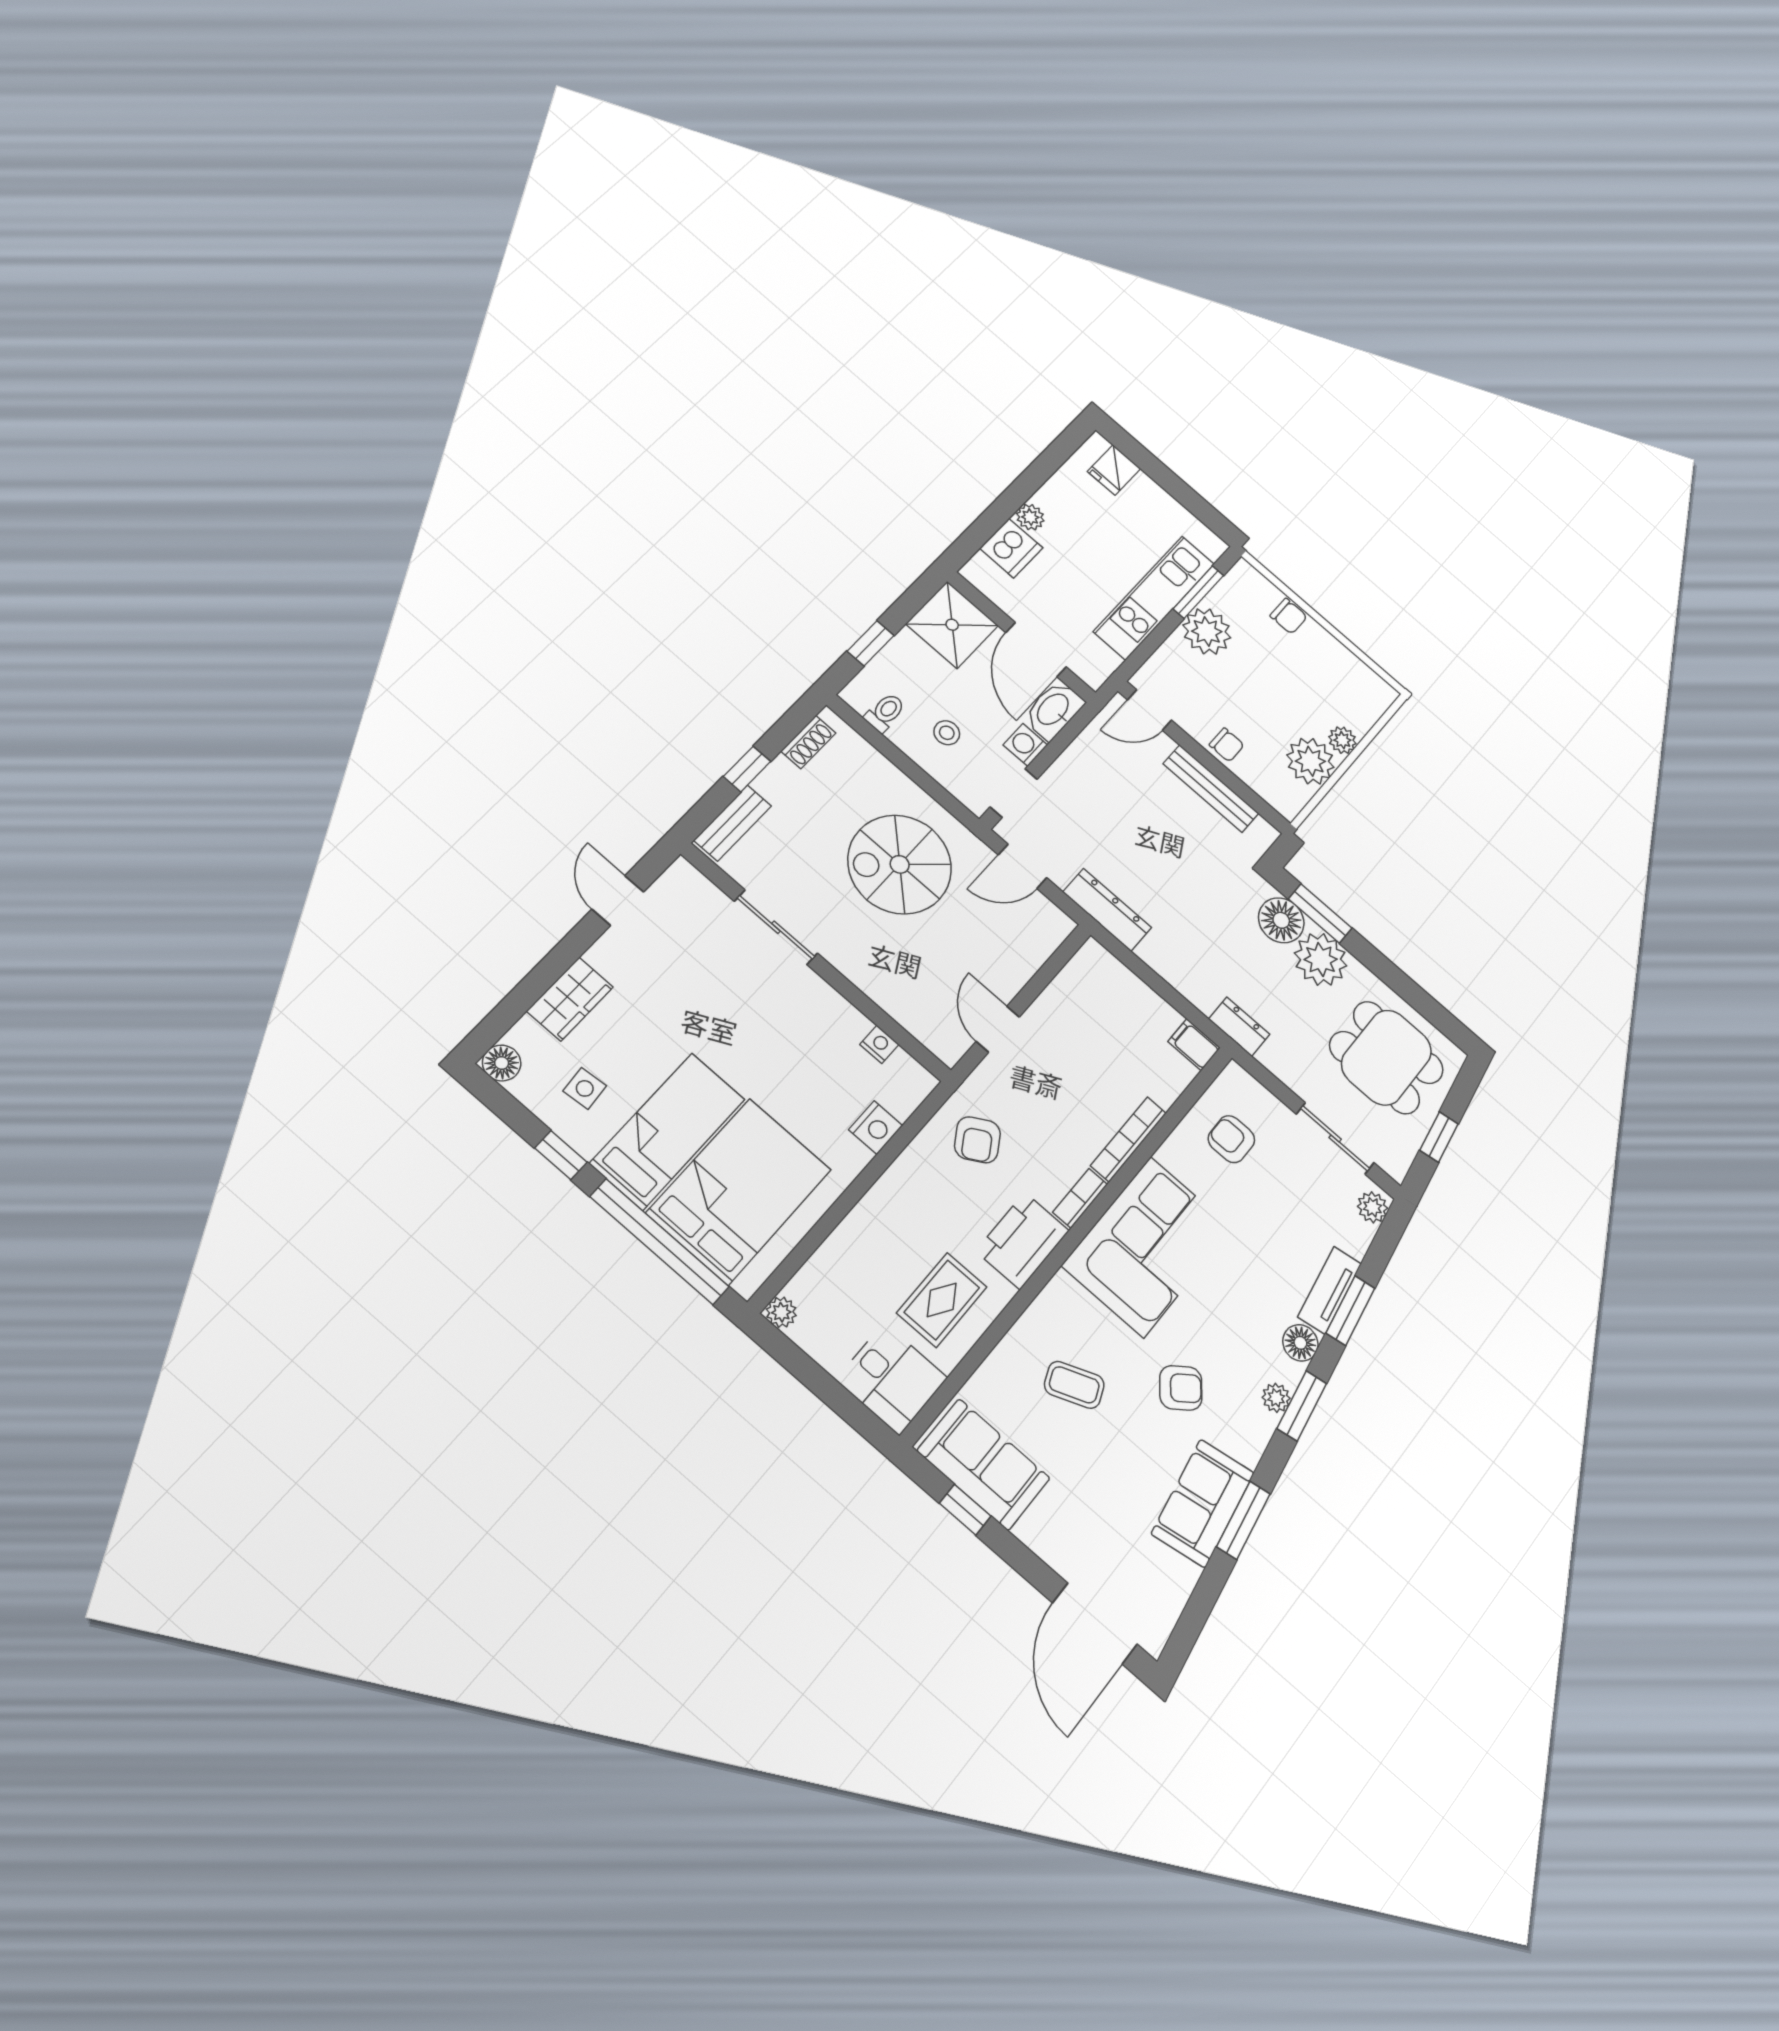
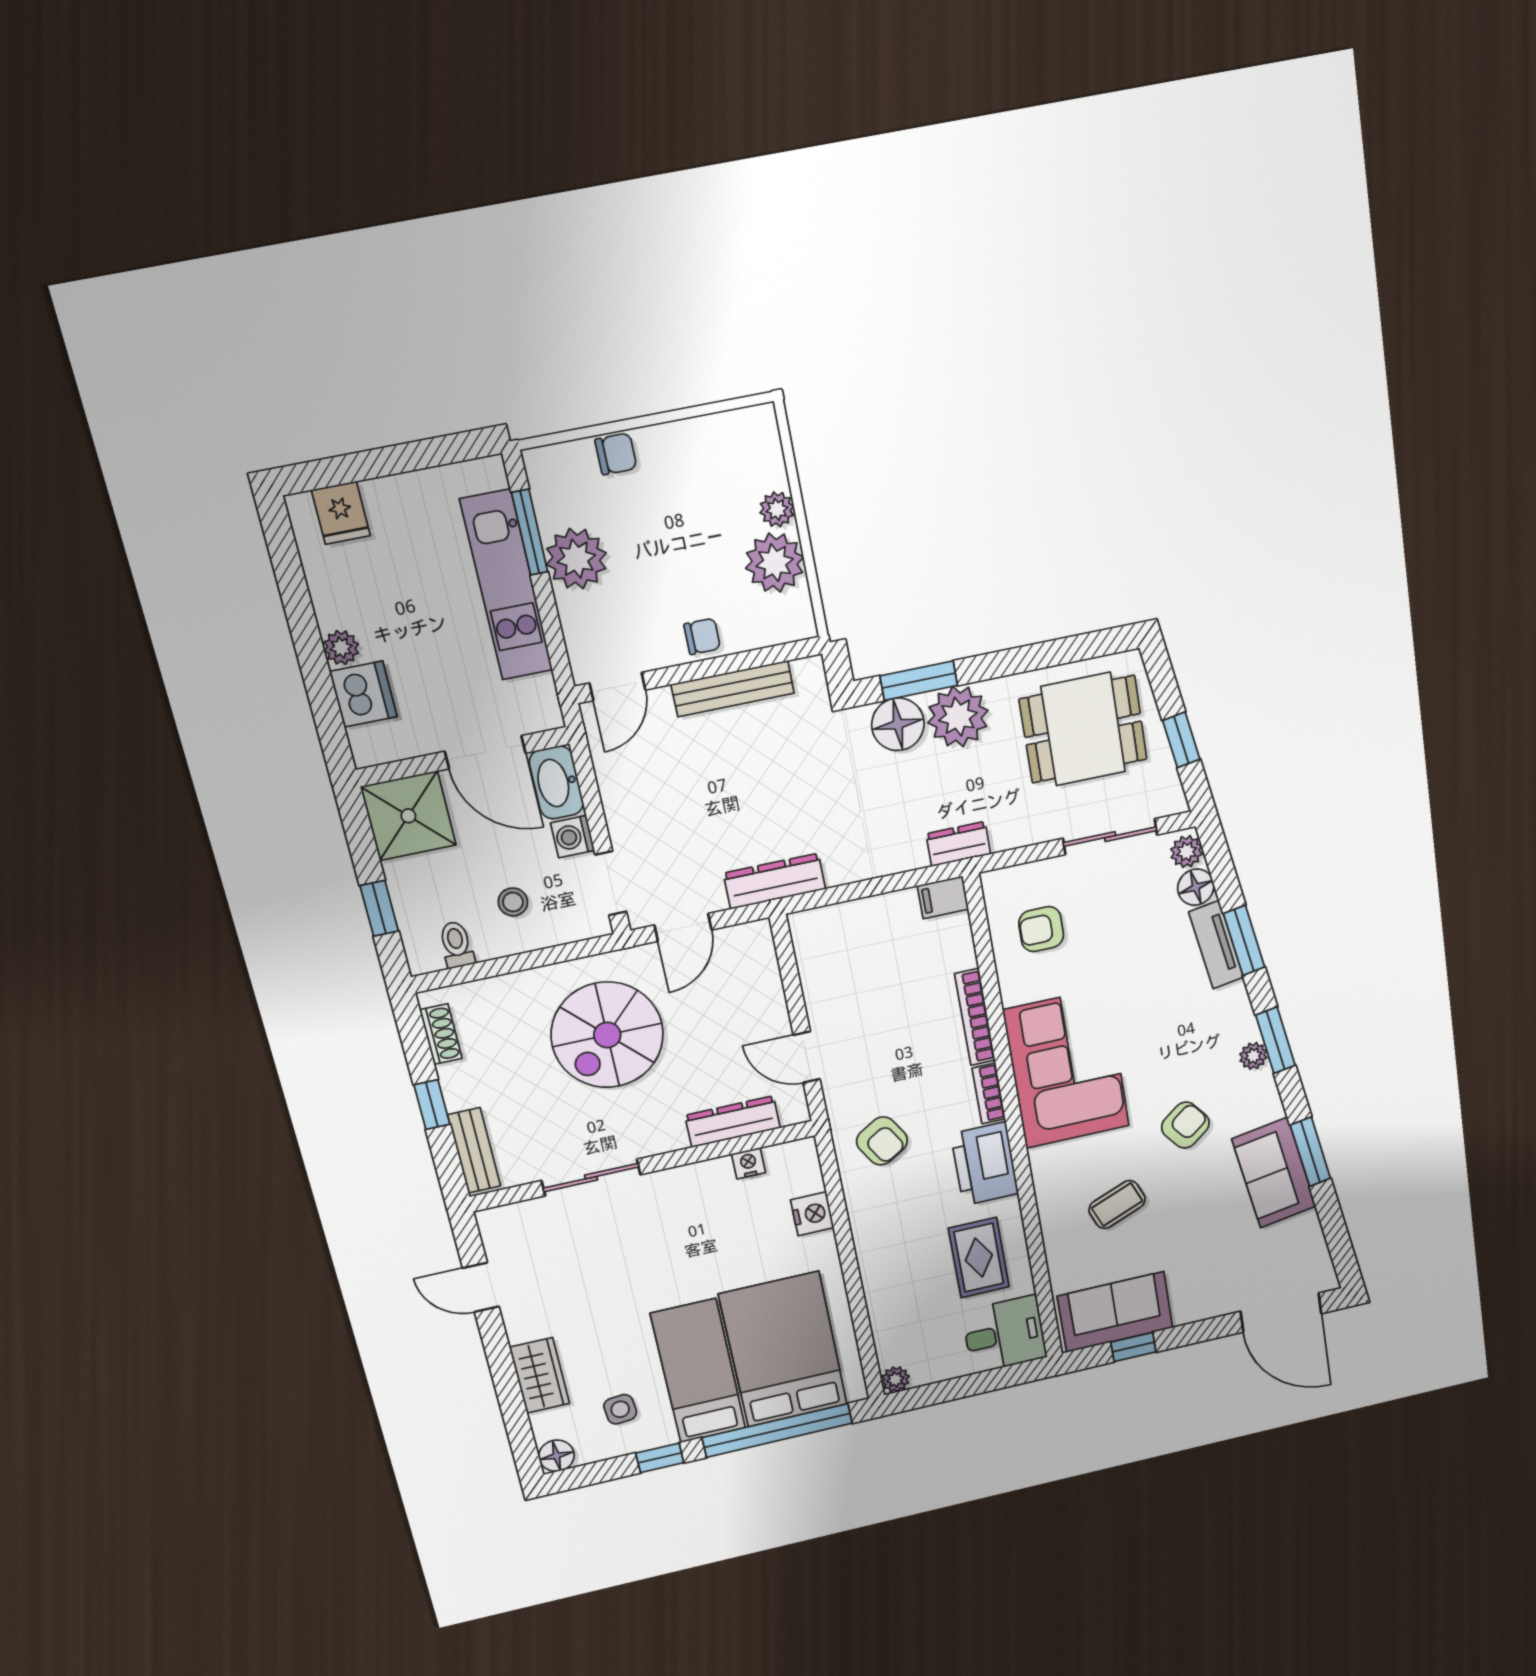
dresser: (904, 1008) -> (733, 1122), added
floor lamp: (1300, 1343) -> (1196, 887), moved

